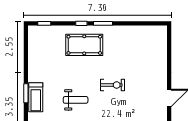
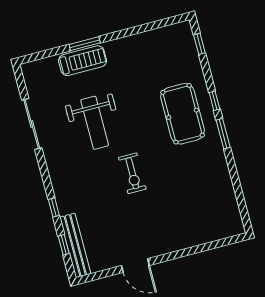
treadmill: (36, 97) -> (83, 61), turned 180
weight bench: (76, 100) -> (95, 123), width x1.36, depth x1.33

